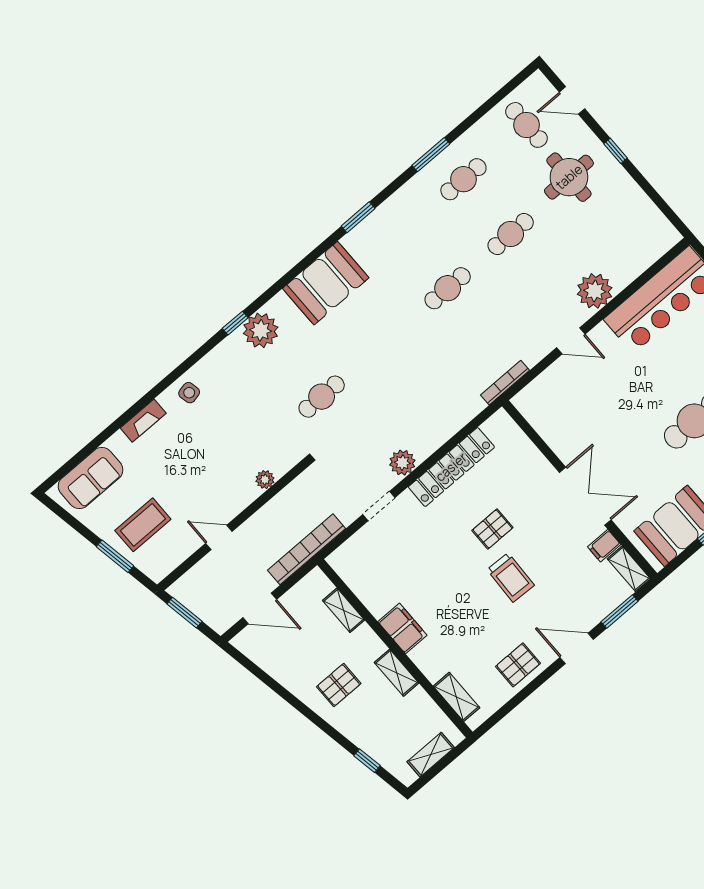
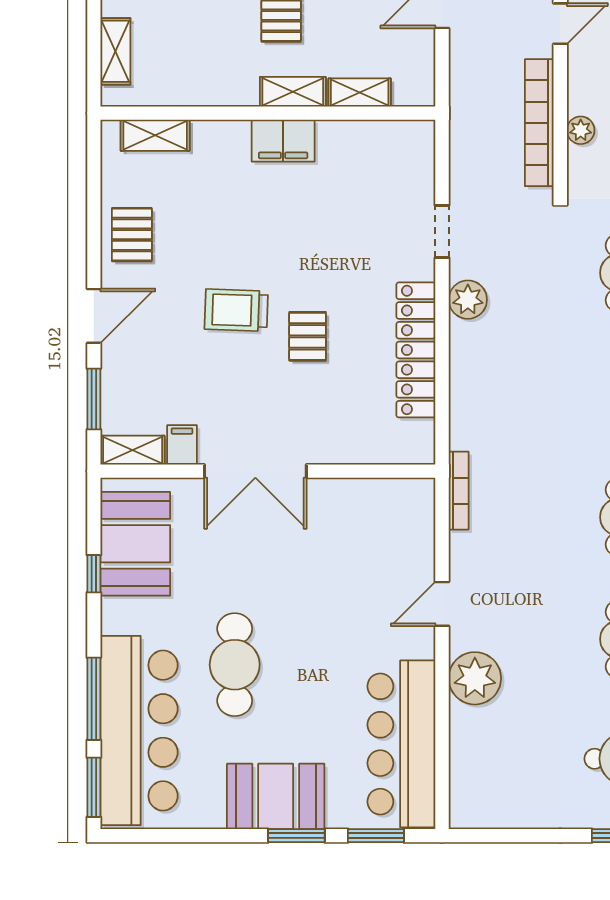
bookcase: (307, 549) -> (539, 123), moved, turned 180
shelving: (397, 673) -> (293, 92), moved

